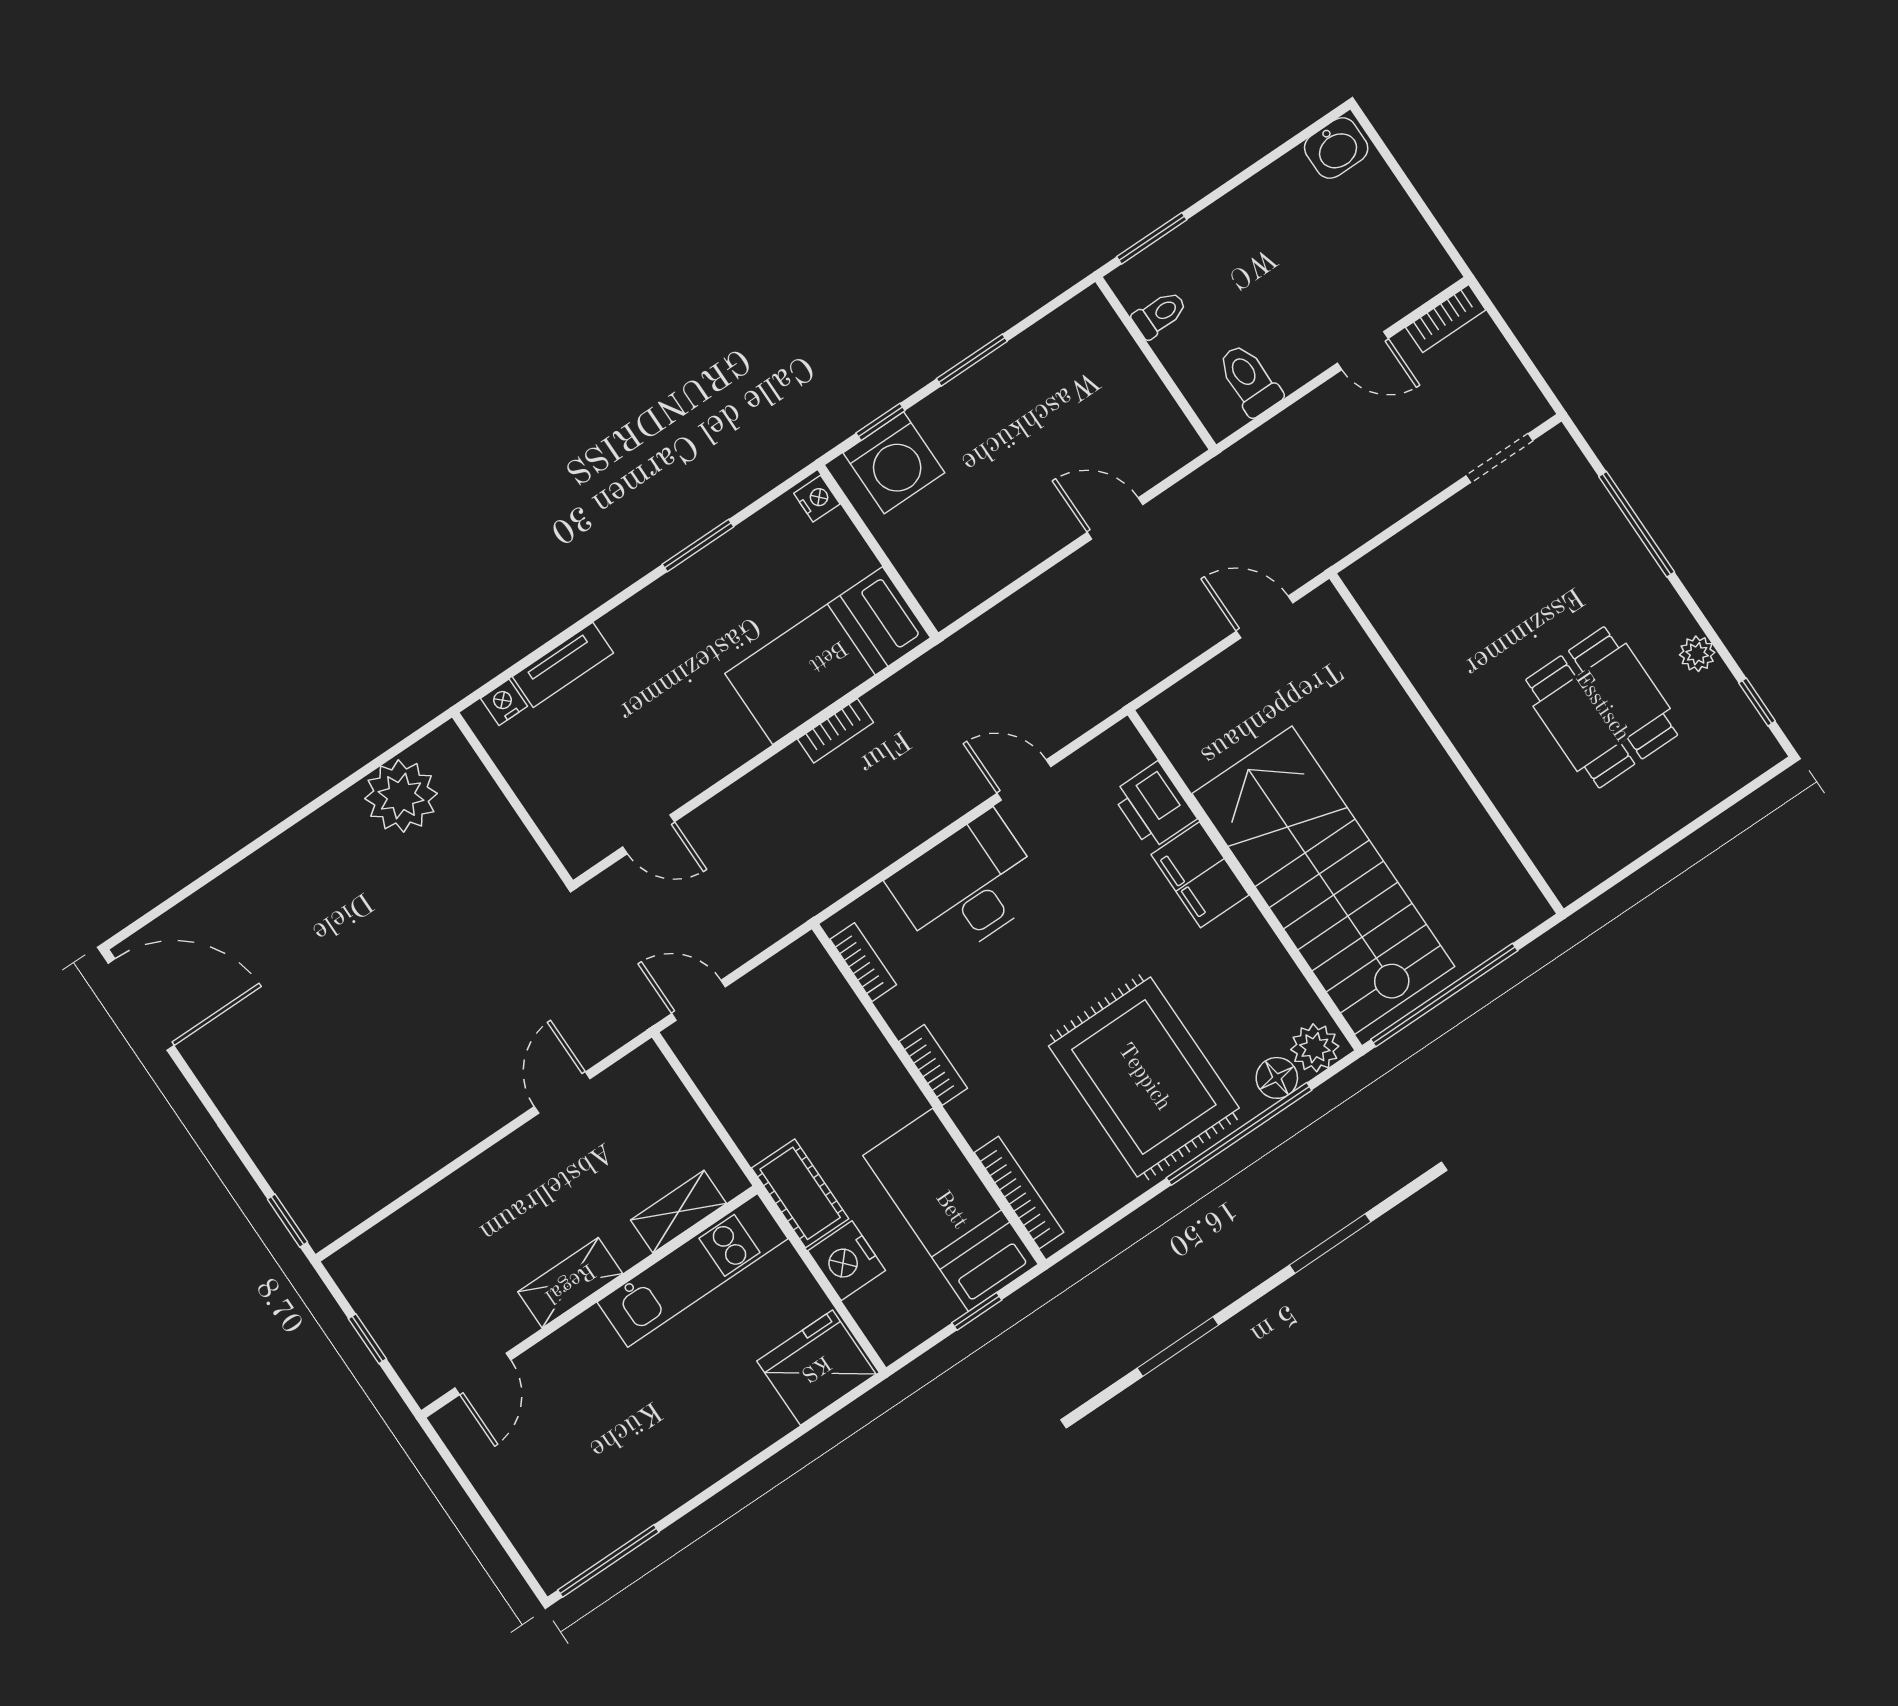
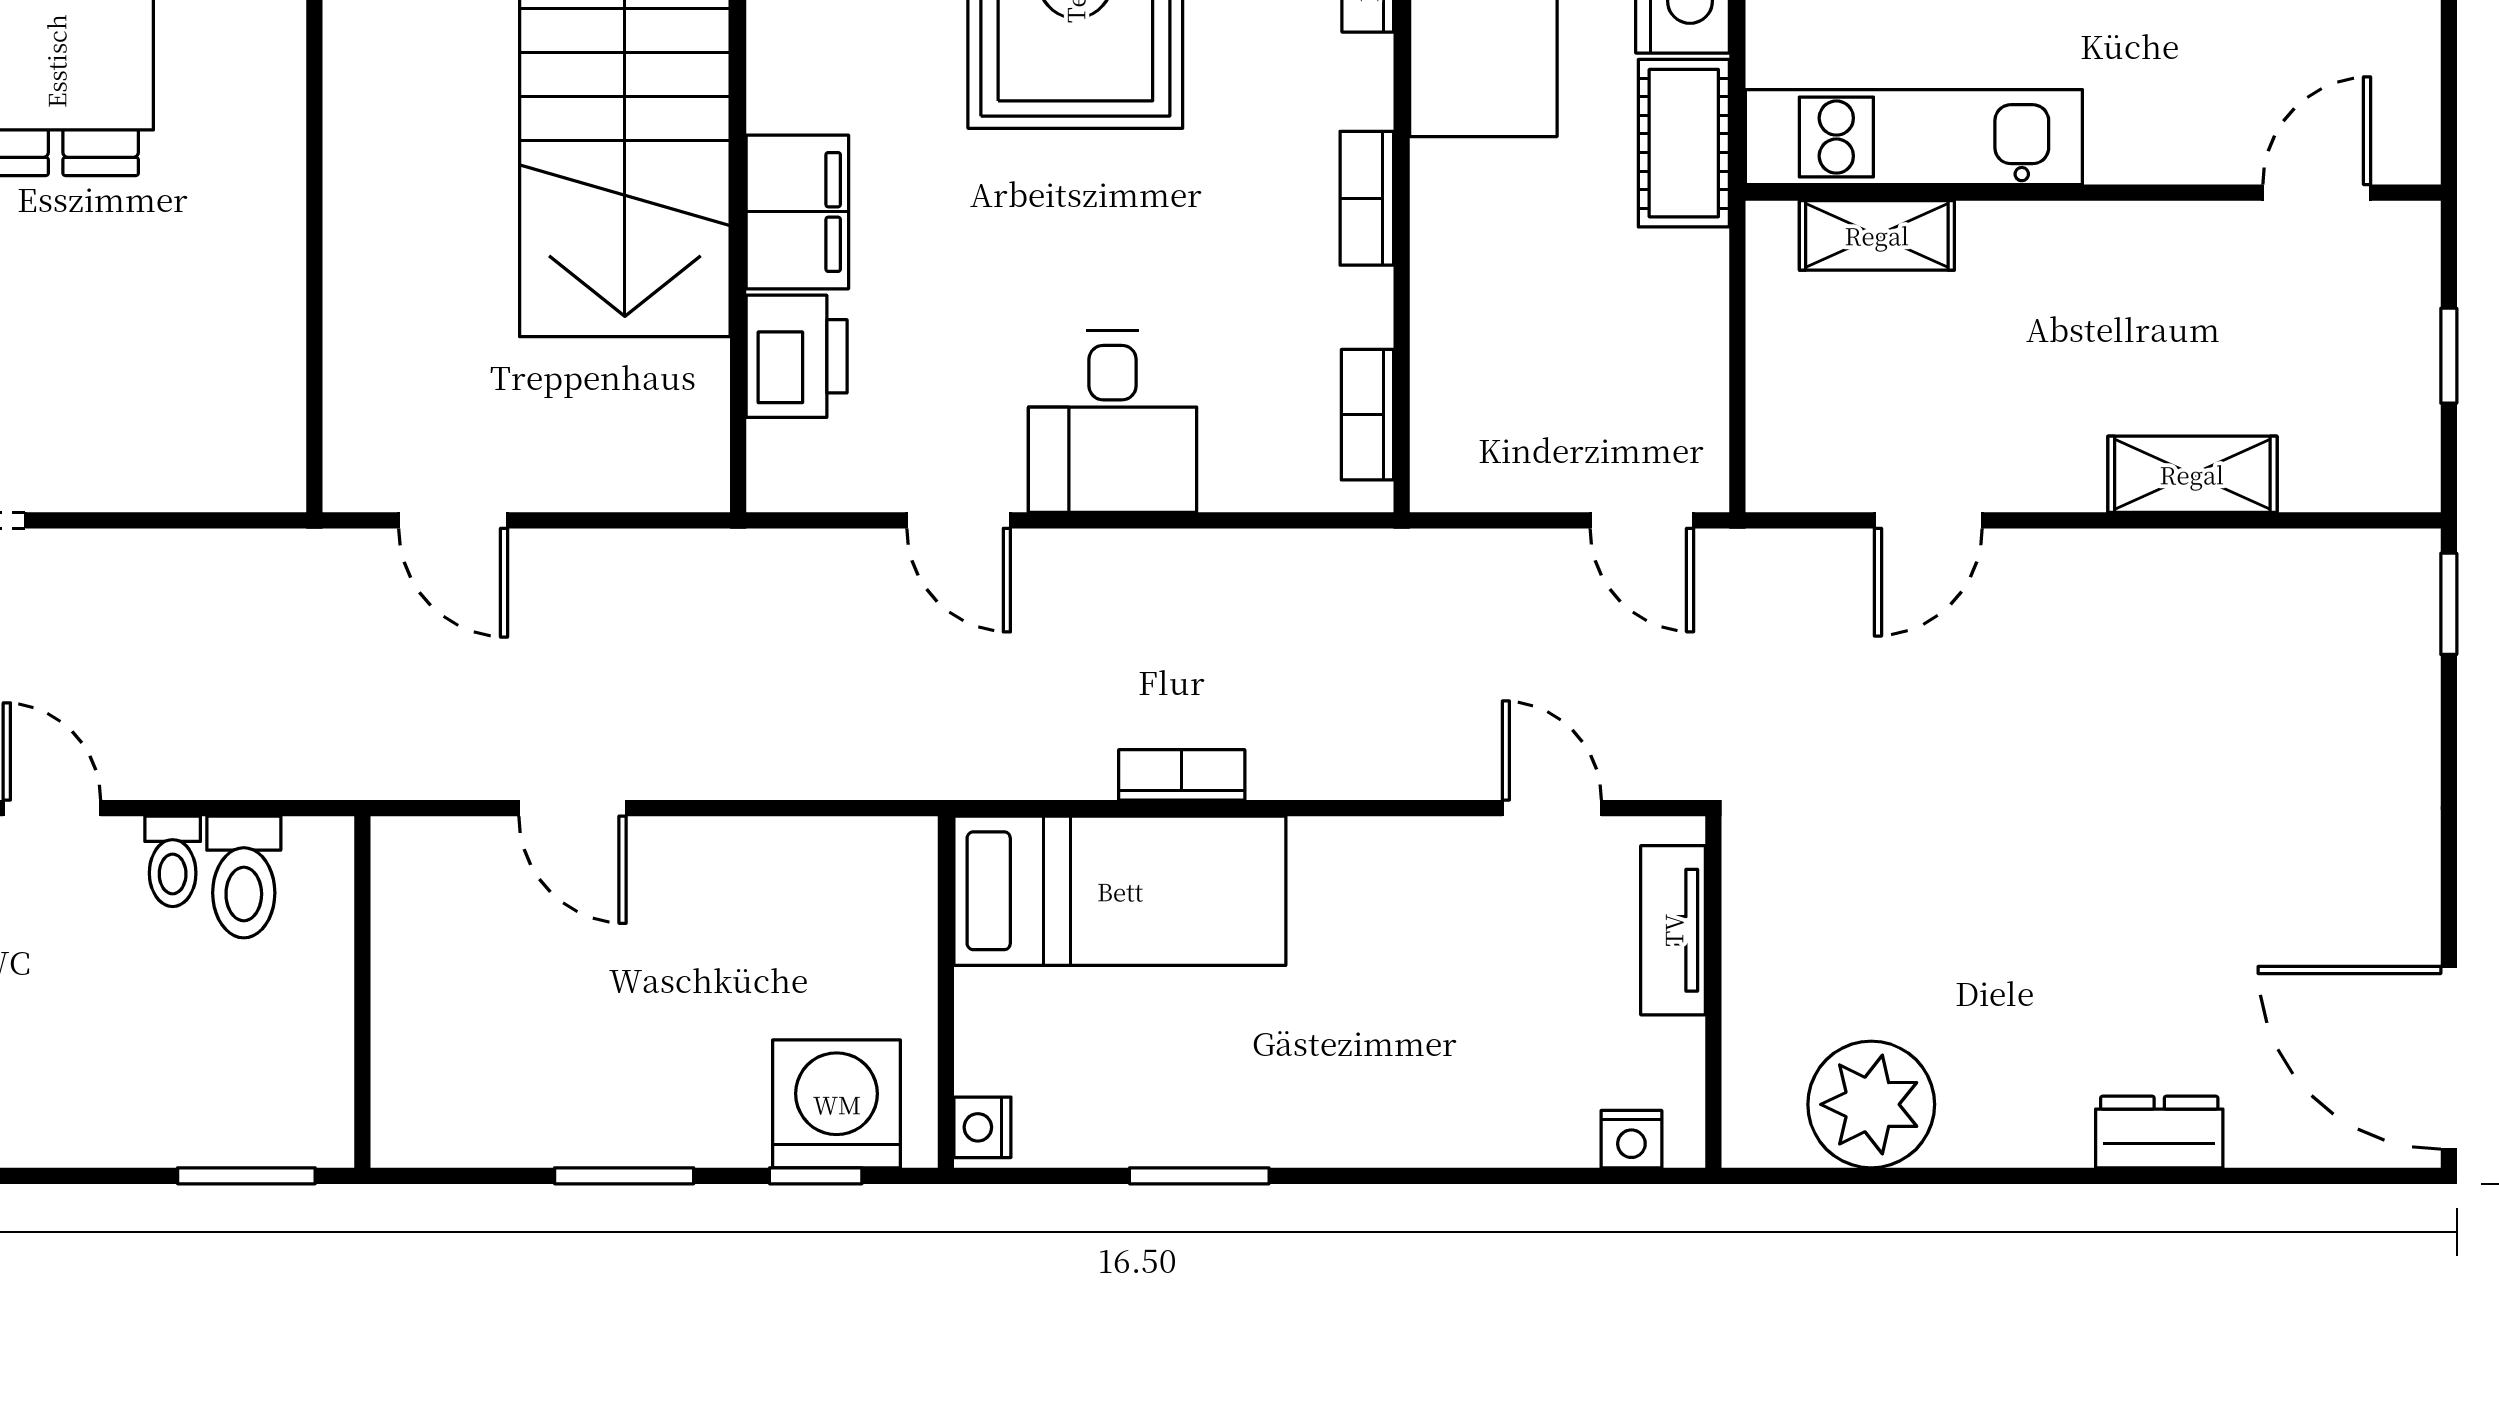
toilet: (1160, 314) -> (173, 861), moved, turned -90
tv unit: (563, 665) -> (1673, 930), moved, turned -90
dresser: (255, 876) -> (2159, 1132), added
desk: (967, 887) -> (1113, 422), width x0.73
shelving: (570, 1283) -> (2192, 474), moved

